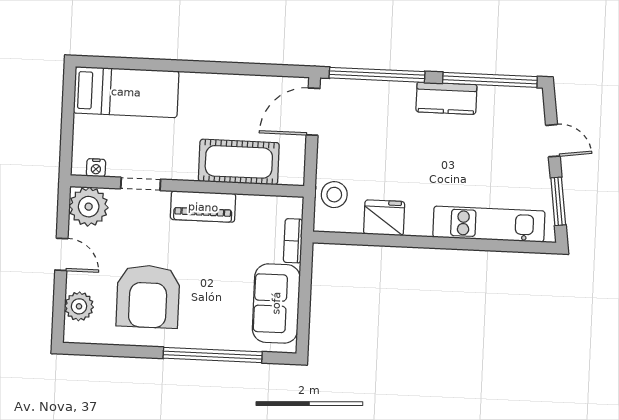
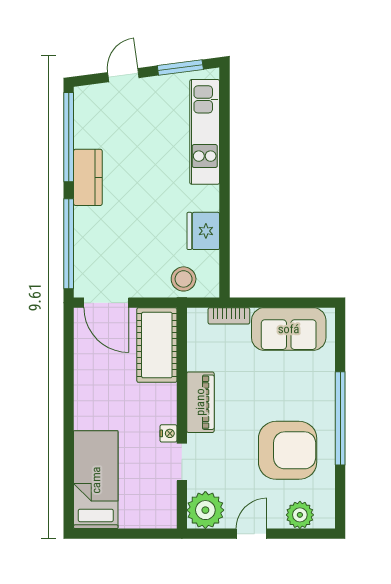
cot: (239, 162) -> (157, 345), moved
nightstand: (96, 168) -> (168, 433), moved
window: (213, 355) -> (340, 418), moved

